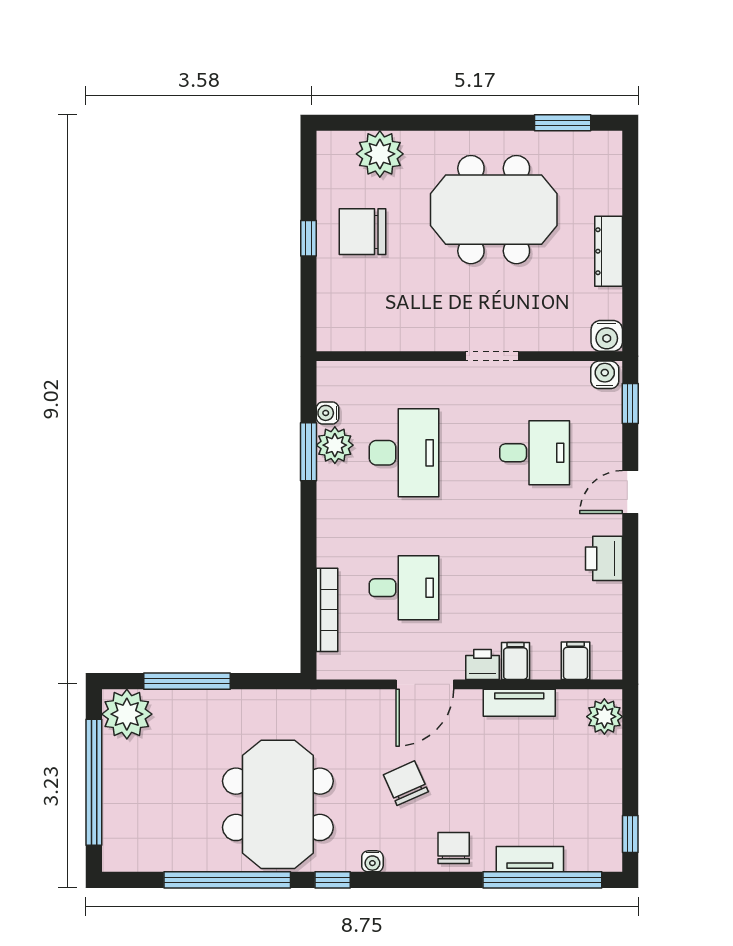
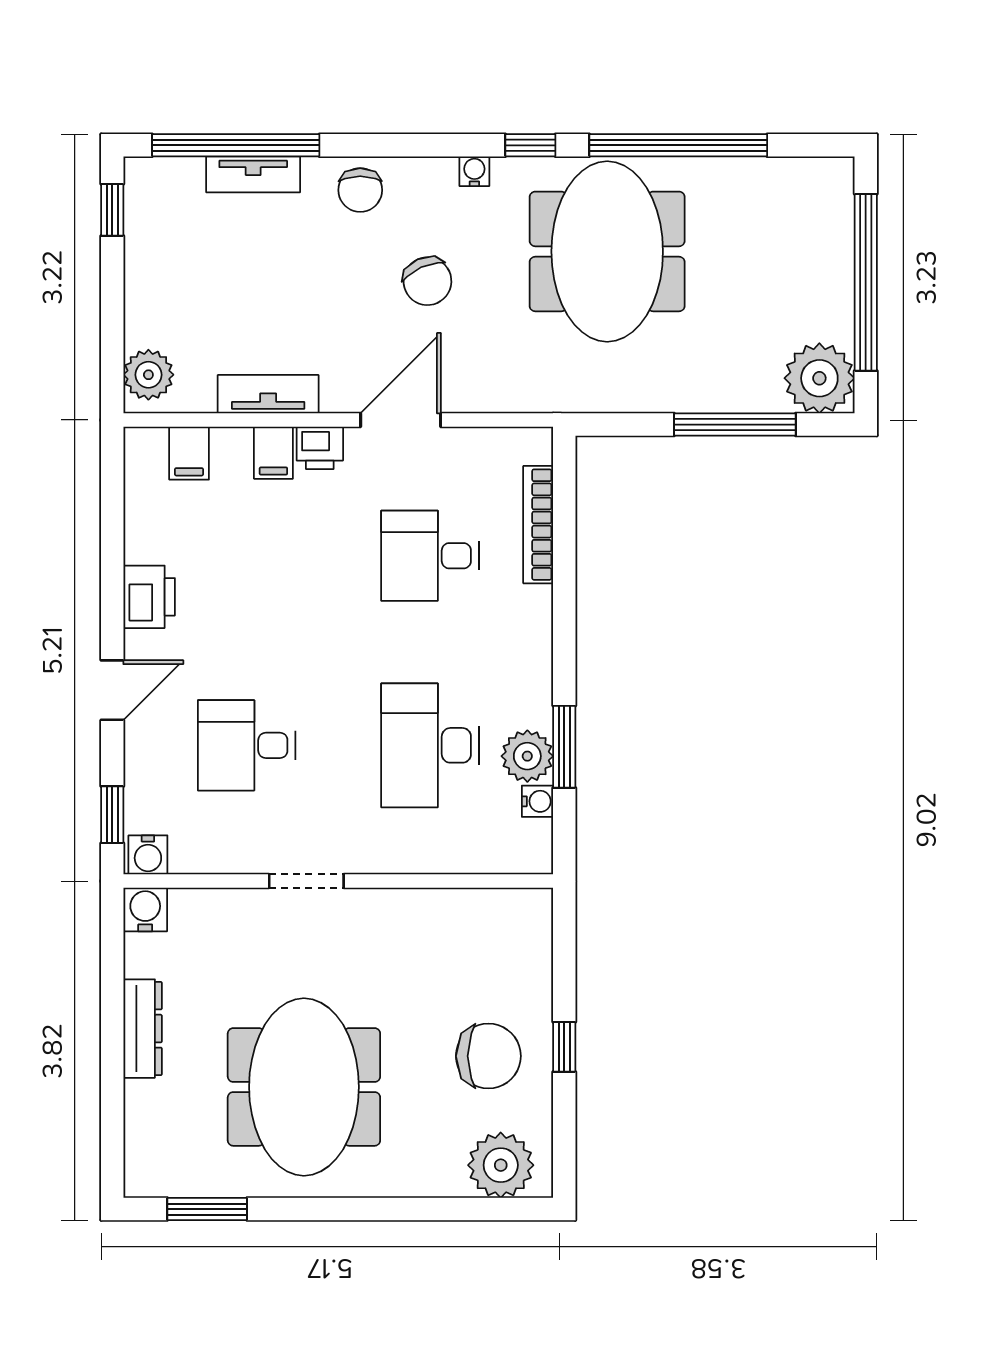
plant: (380, 154) -> (501, 1165), moved
meeting table: (494, 210) -> (304, 1087), turned 90

